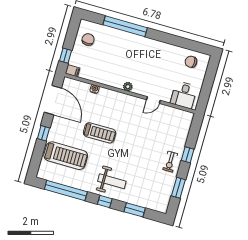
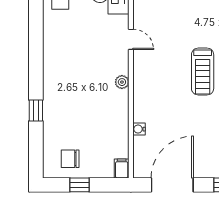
window: (125, 26) -> (36, 111), width x0.32
window: (65, 56) -> (80, 185), moved
treadmill: (100, 133) -> (203, 72), moved, turned 180

